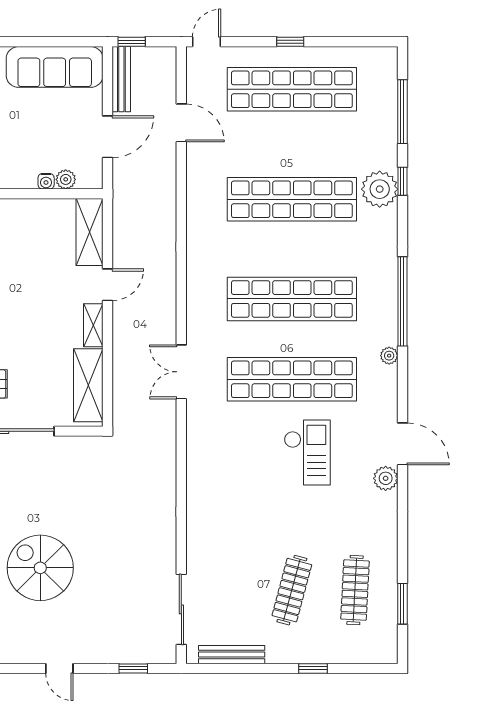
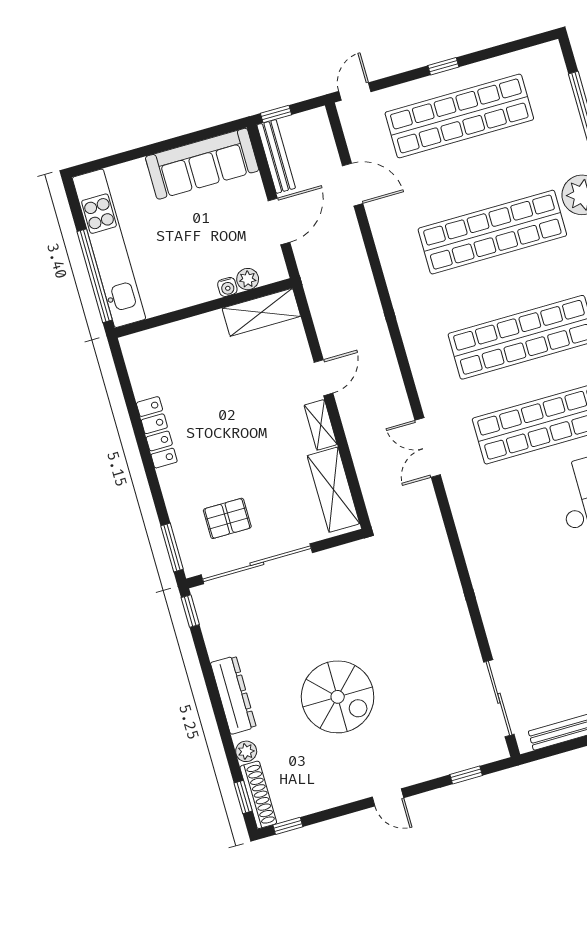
shelving: (90, 232) -> (261, 312), moved, turned 90
spiral stairs: (40, 568) -> (338, 697), turned 180

